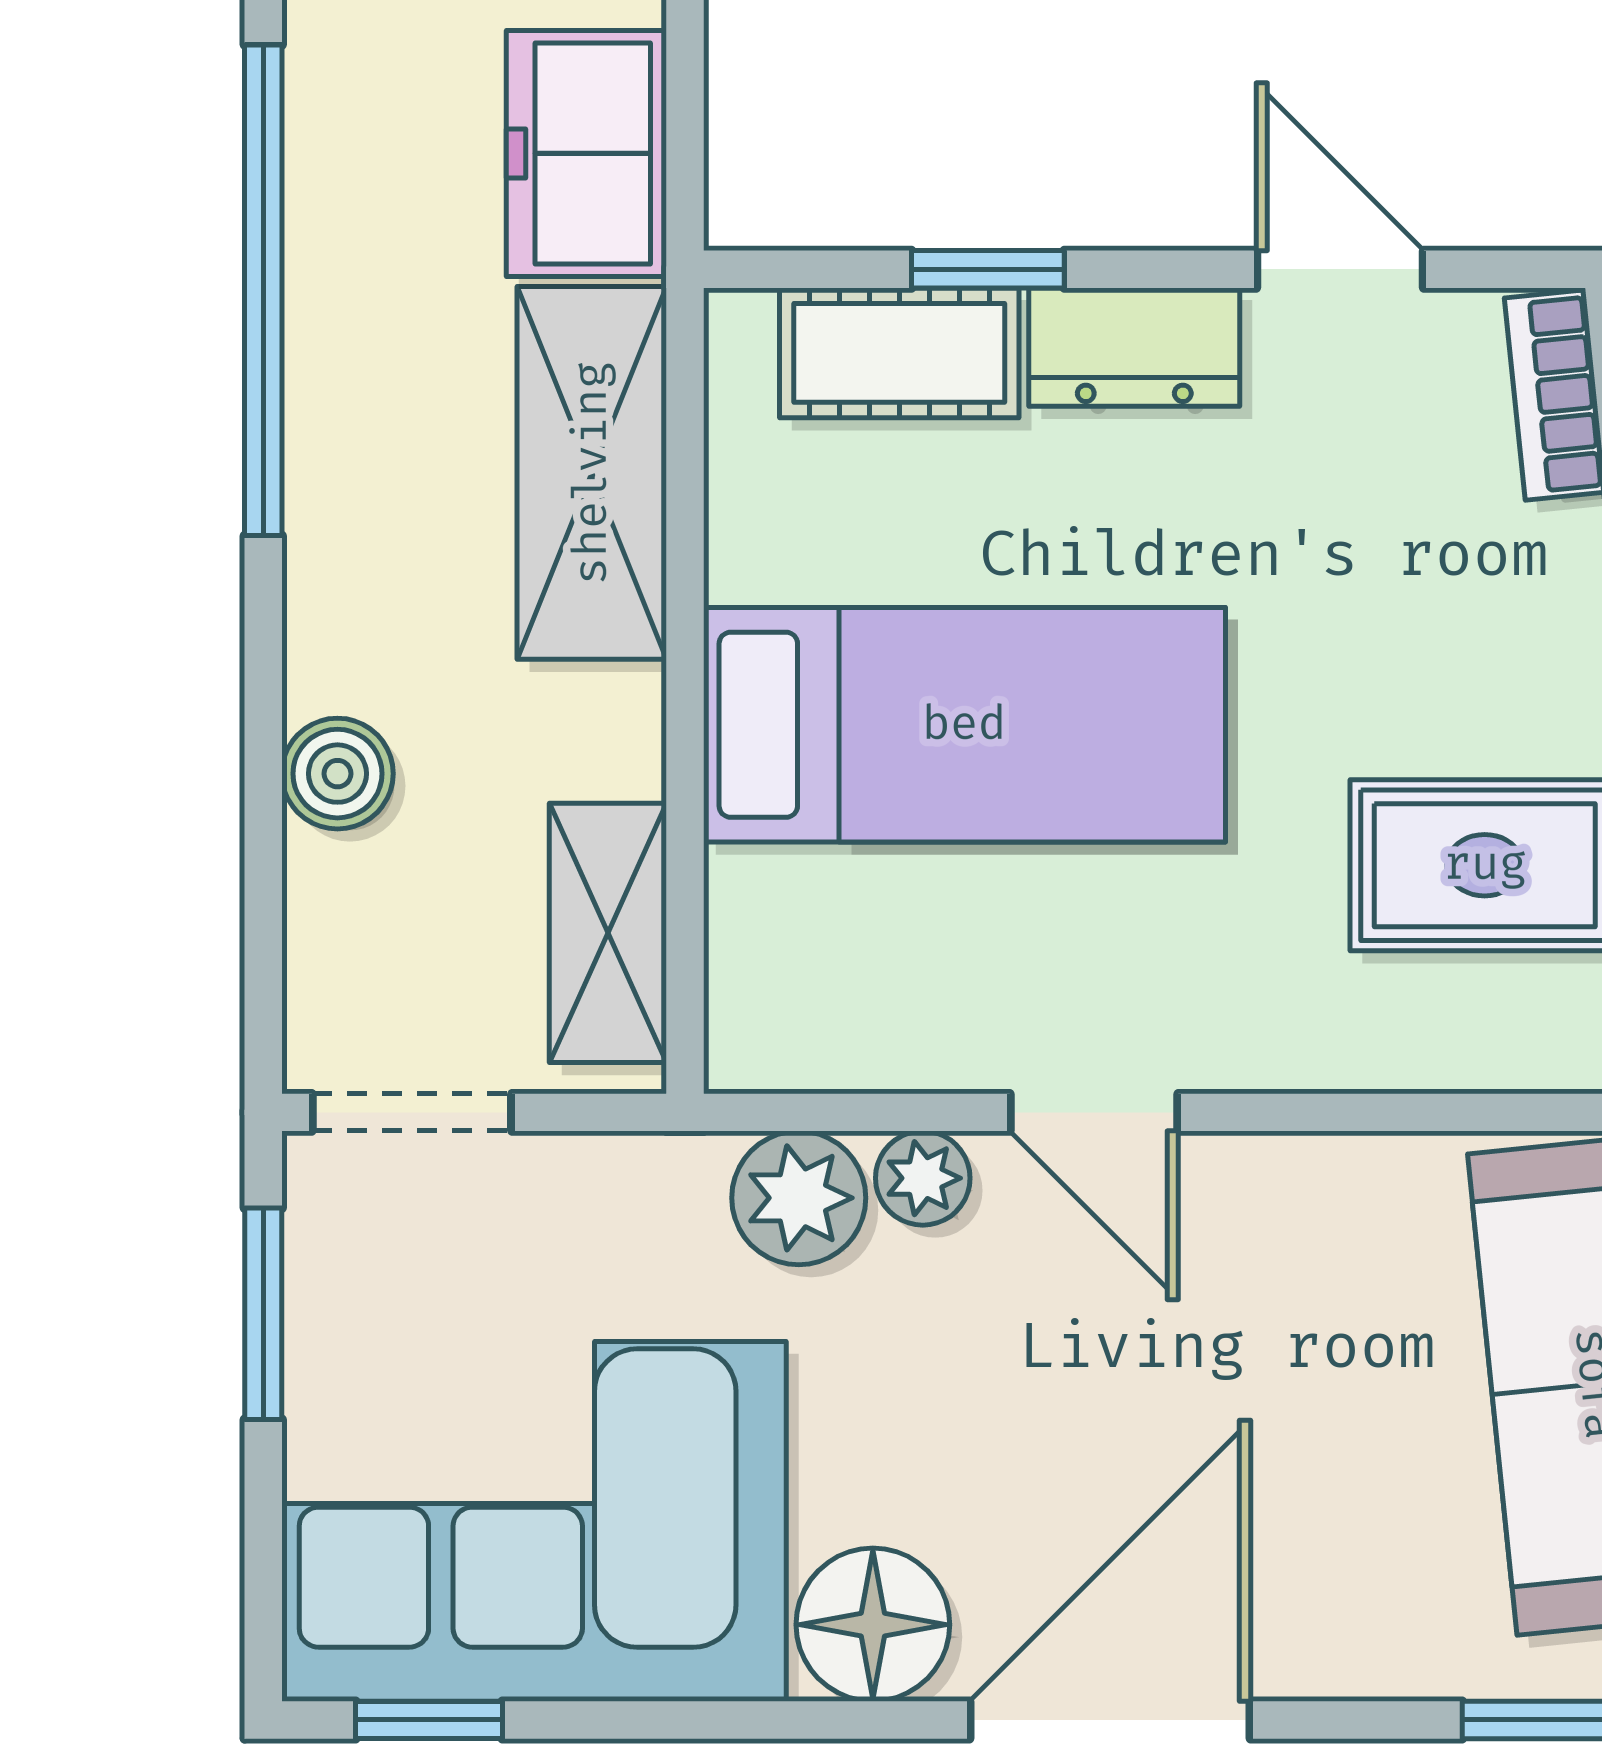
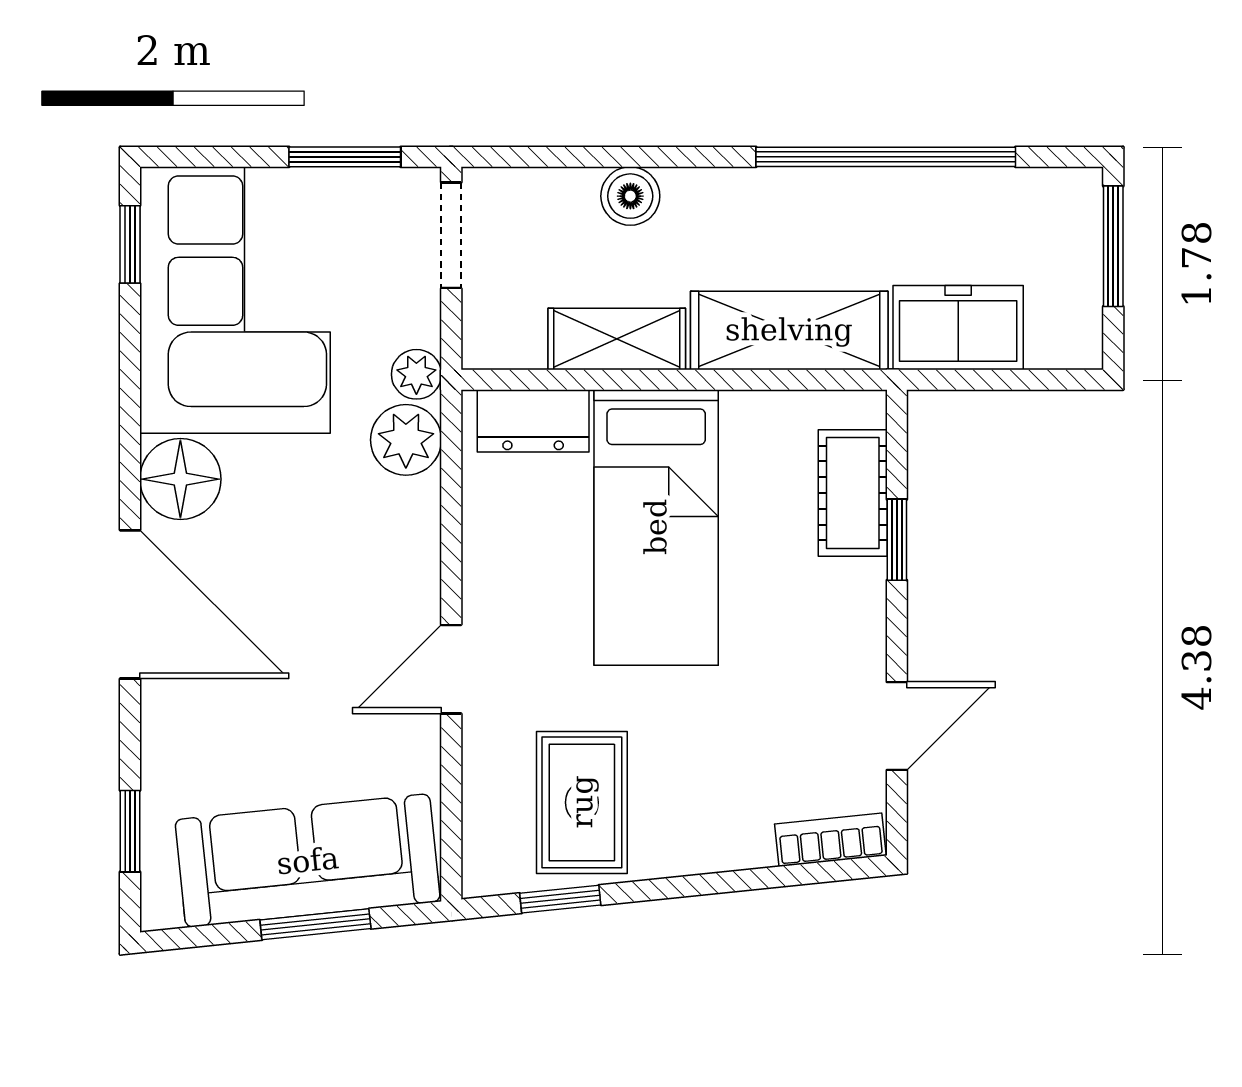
dresser: (1134, 347) -> (533, 421), moved, turned -90
shelving: (608, 933) -> (617, 339), moved
door: (1094, 1112) -> (451, 669), moved
plant: (923, 1178) -> (416, 374), moved

